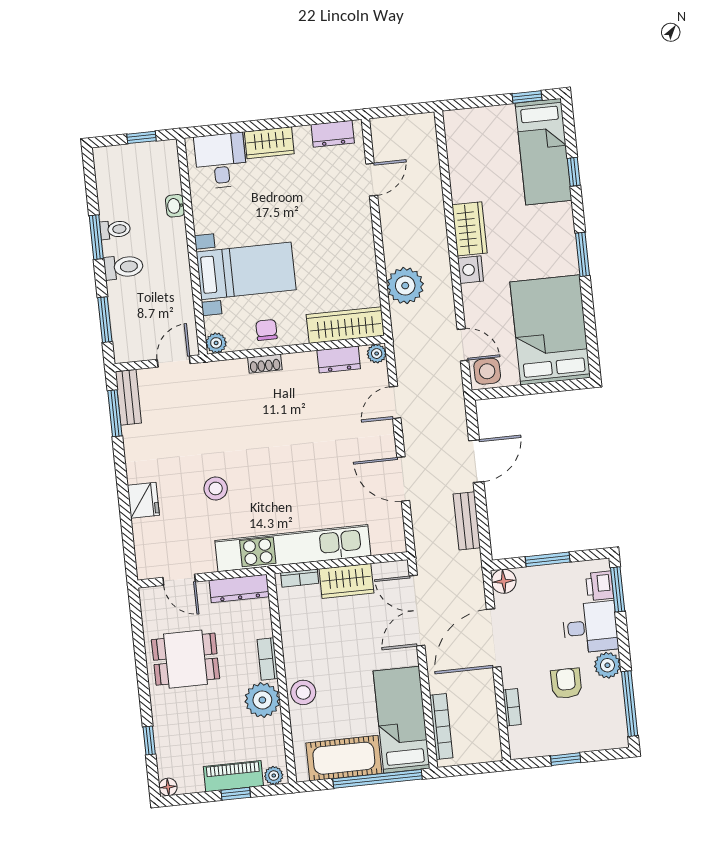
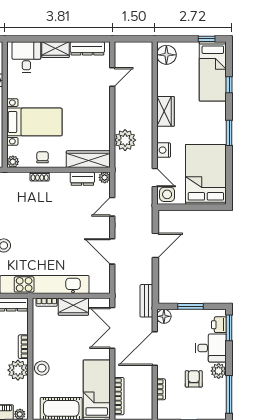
floor lamp: (461, 132) -> (166, 55), added
dresser: (333, 134) -> (87, 48), width x1.44
nightstand: (470, 270) -> (164, 150), moved
bench: (467, 521) -> (146, 301), moved

